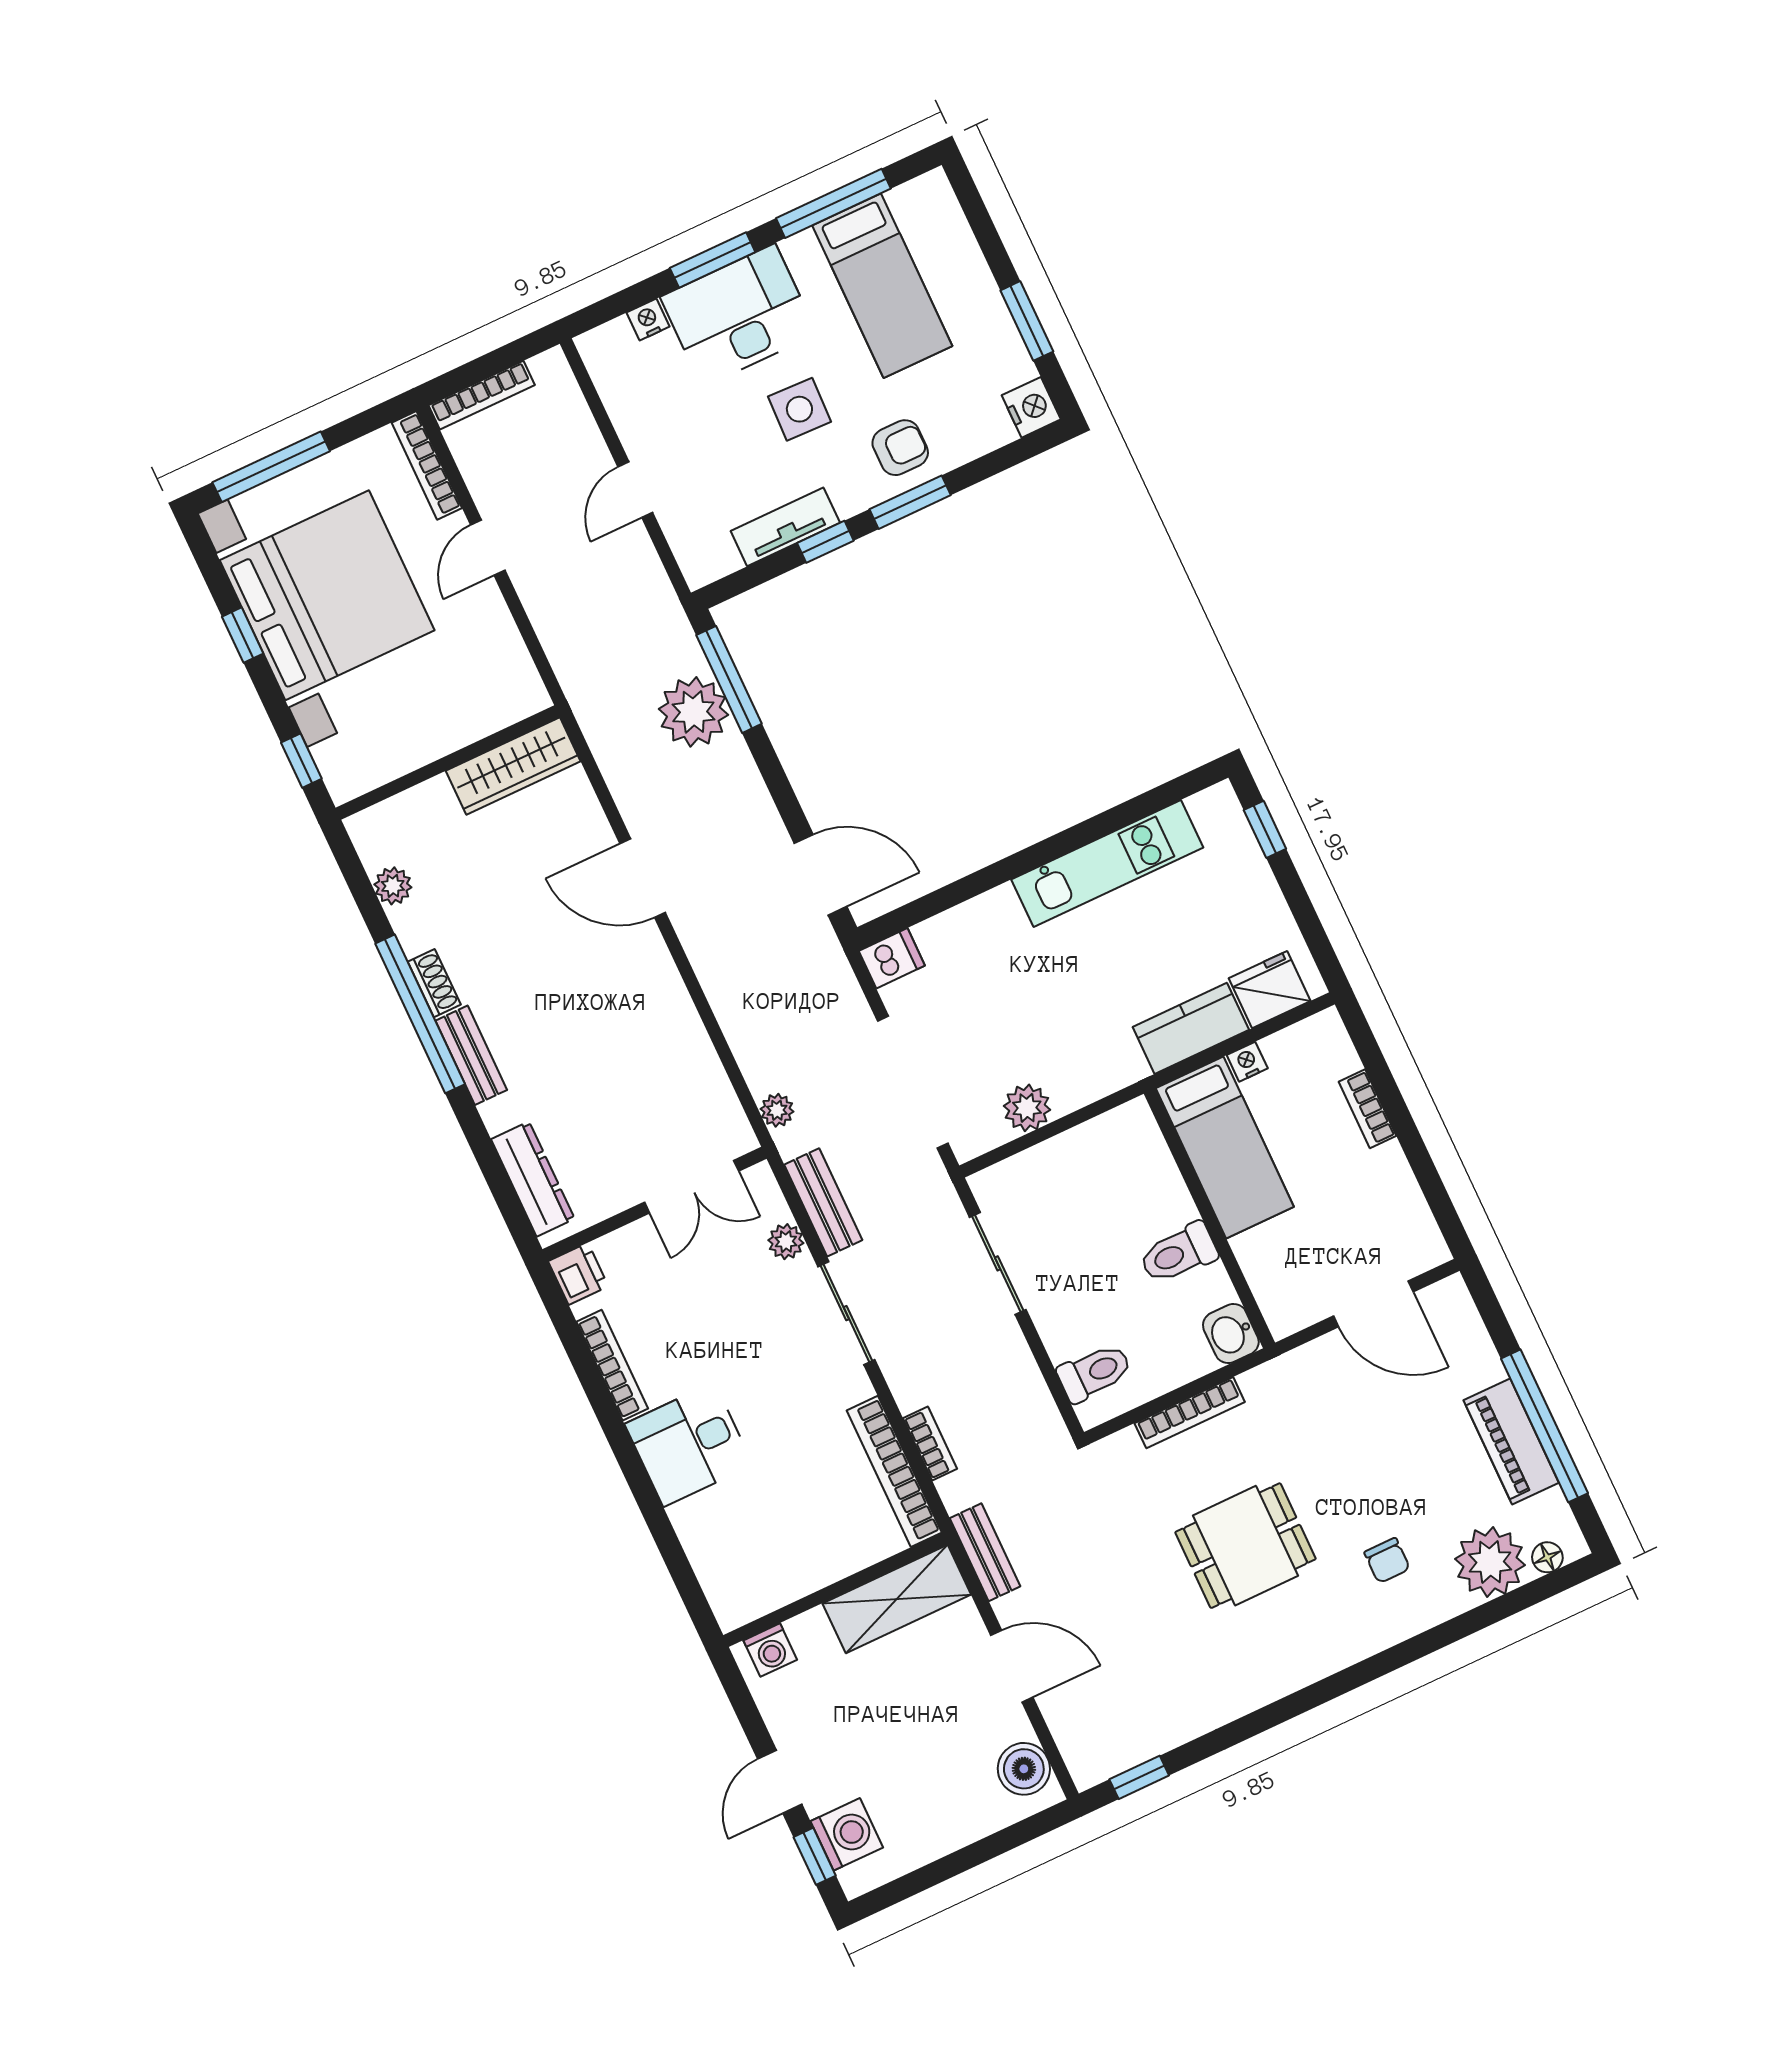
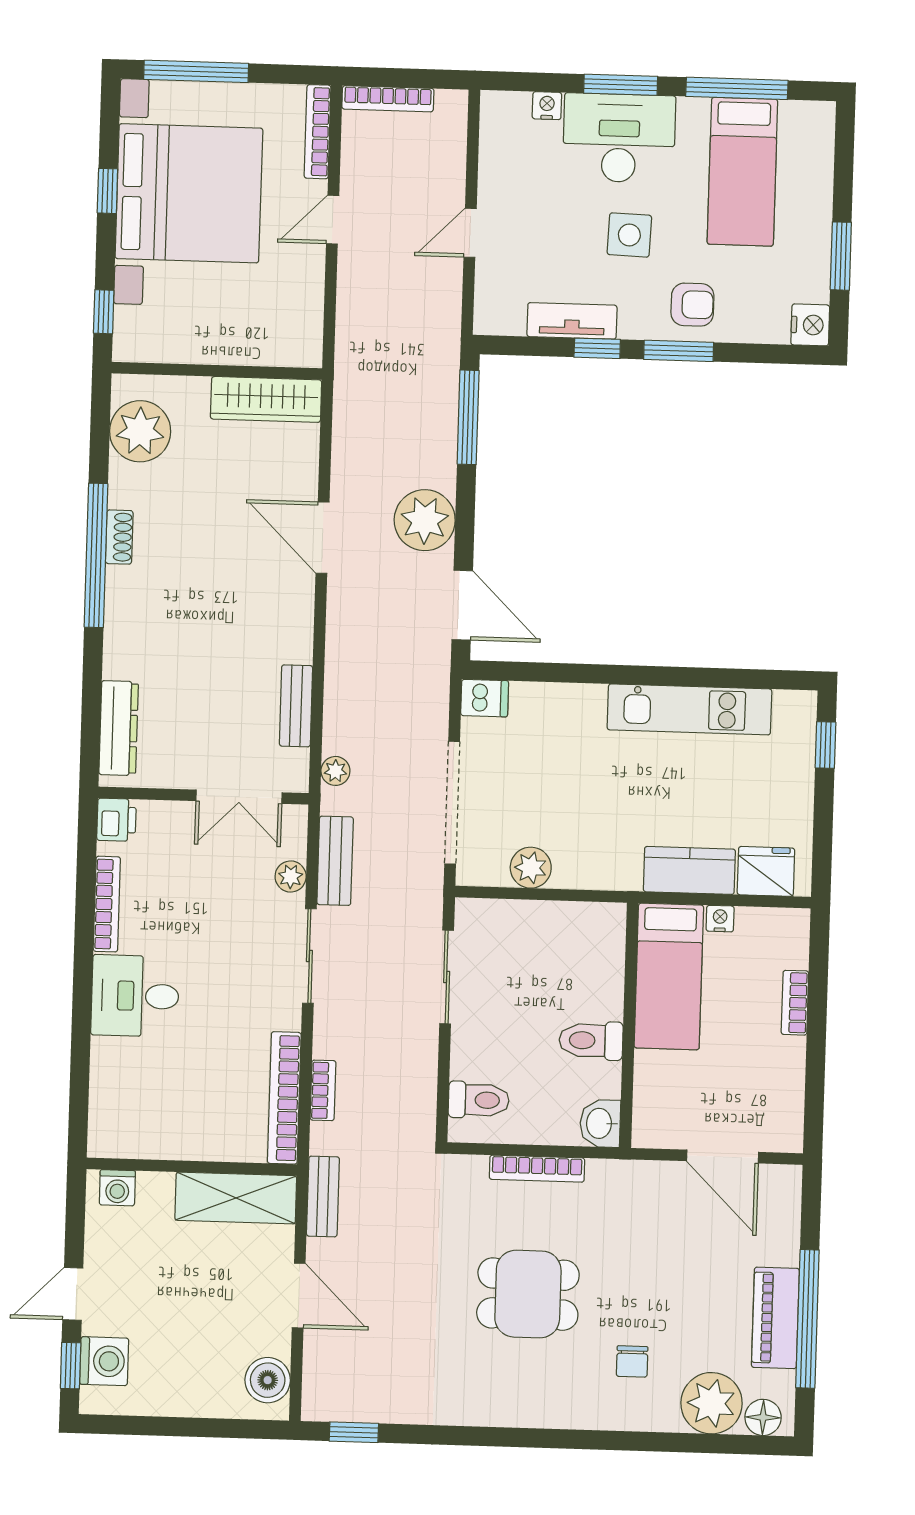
plant: (693, 712) -> (425, 520), moved
plant: (393, 886) -> (140, 431), width x1.87, depth x1.87
bench: (471, 1055) -> (296, 706), moved
floor lamp: (1547, 1557) -> (763, 1417), width x1.37, depth x1.37

